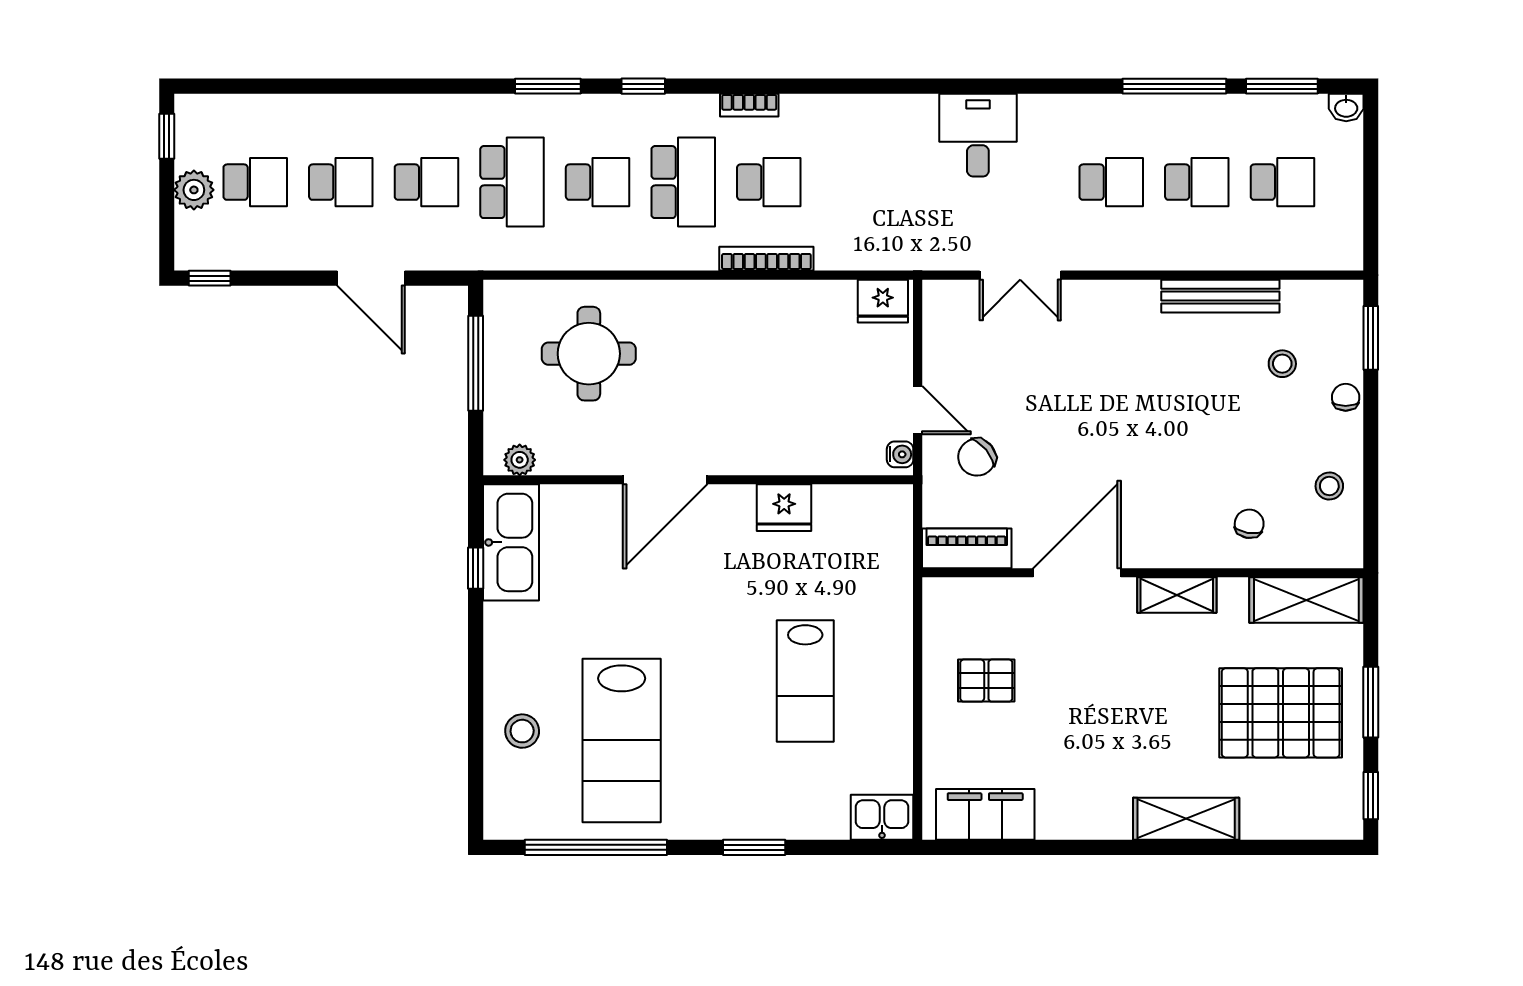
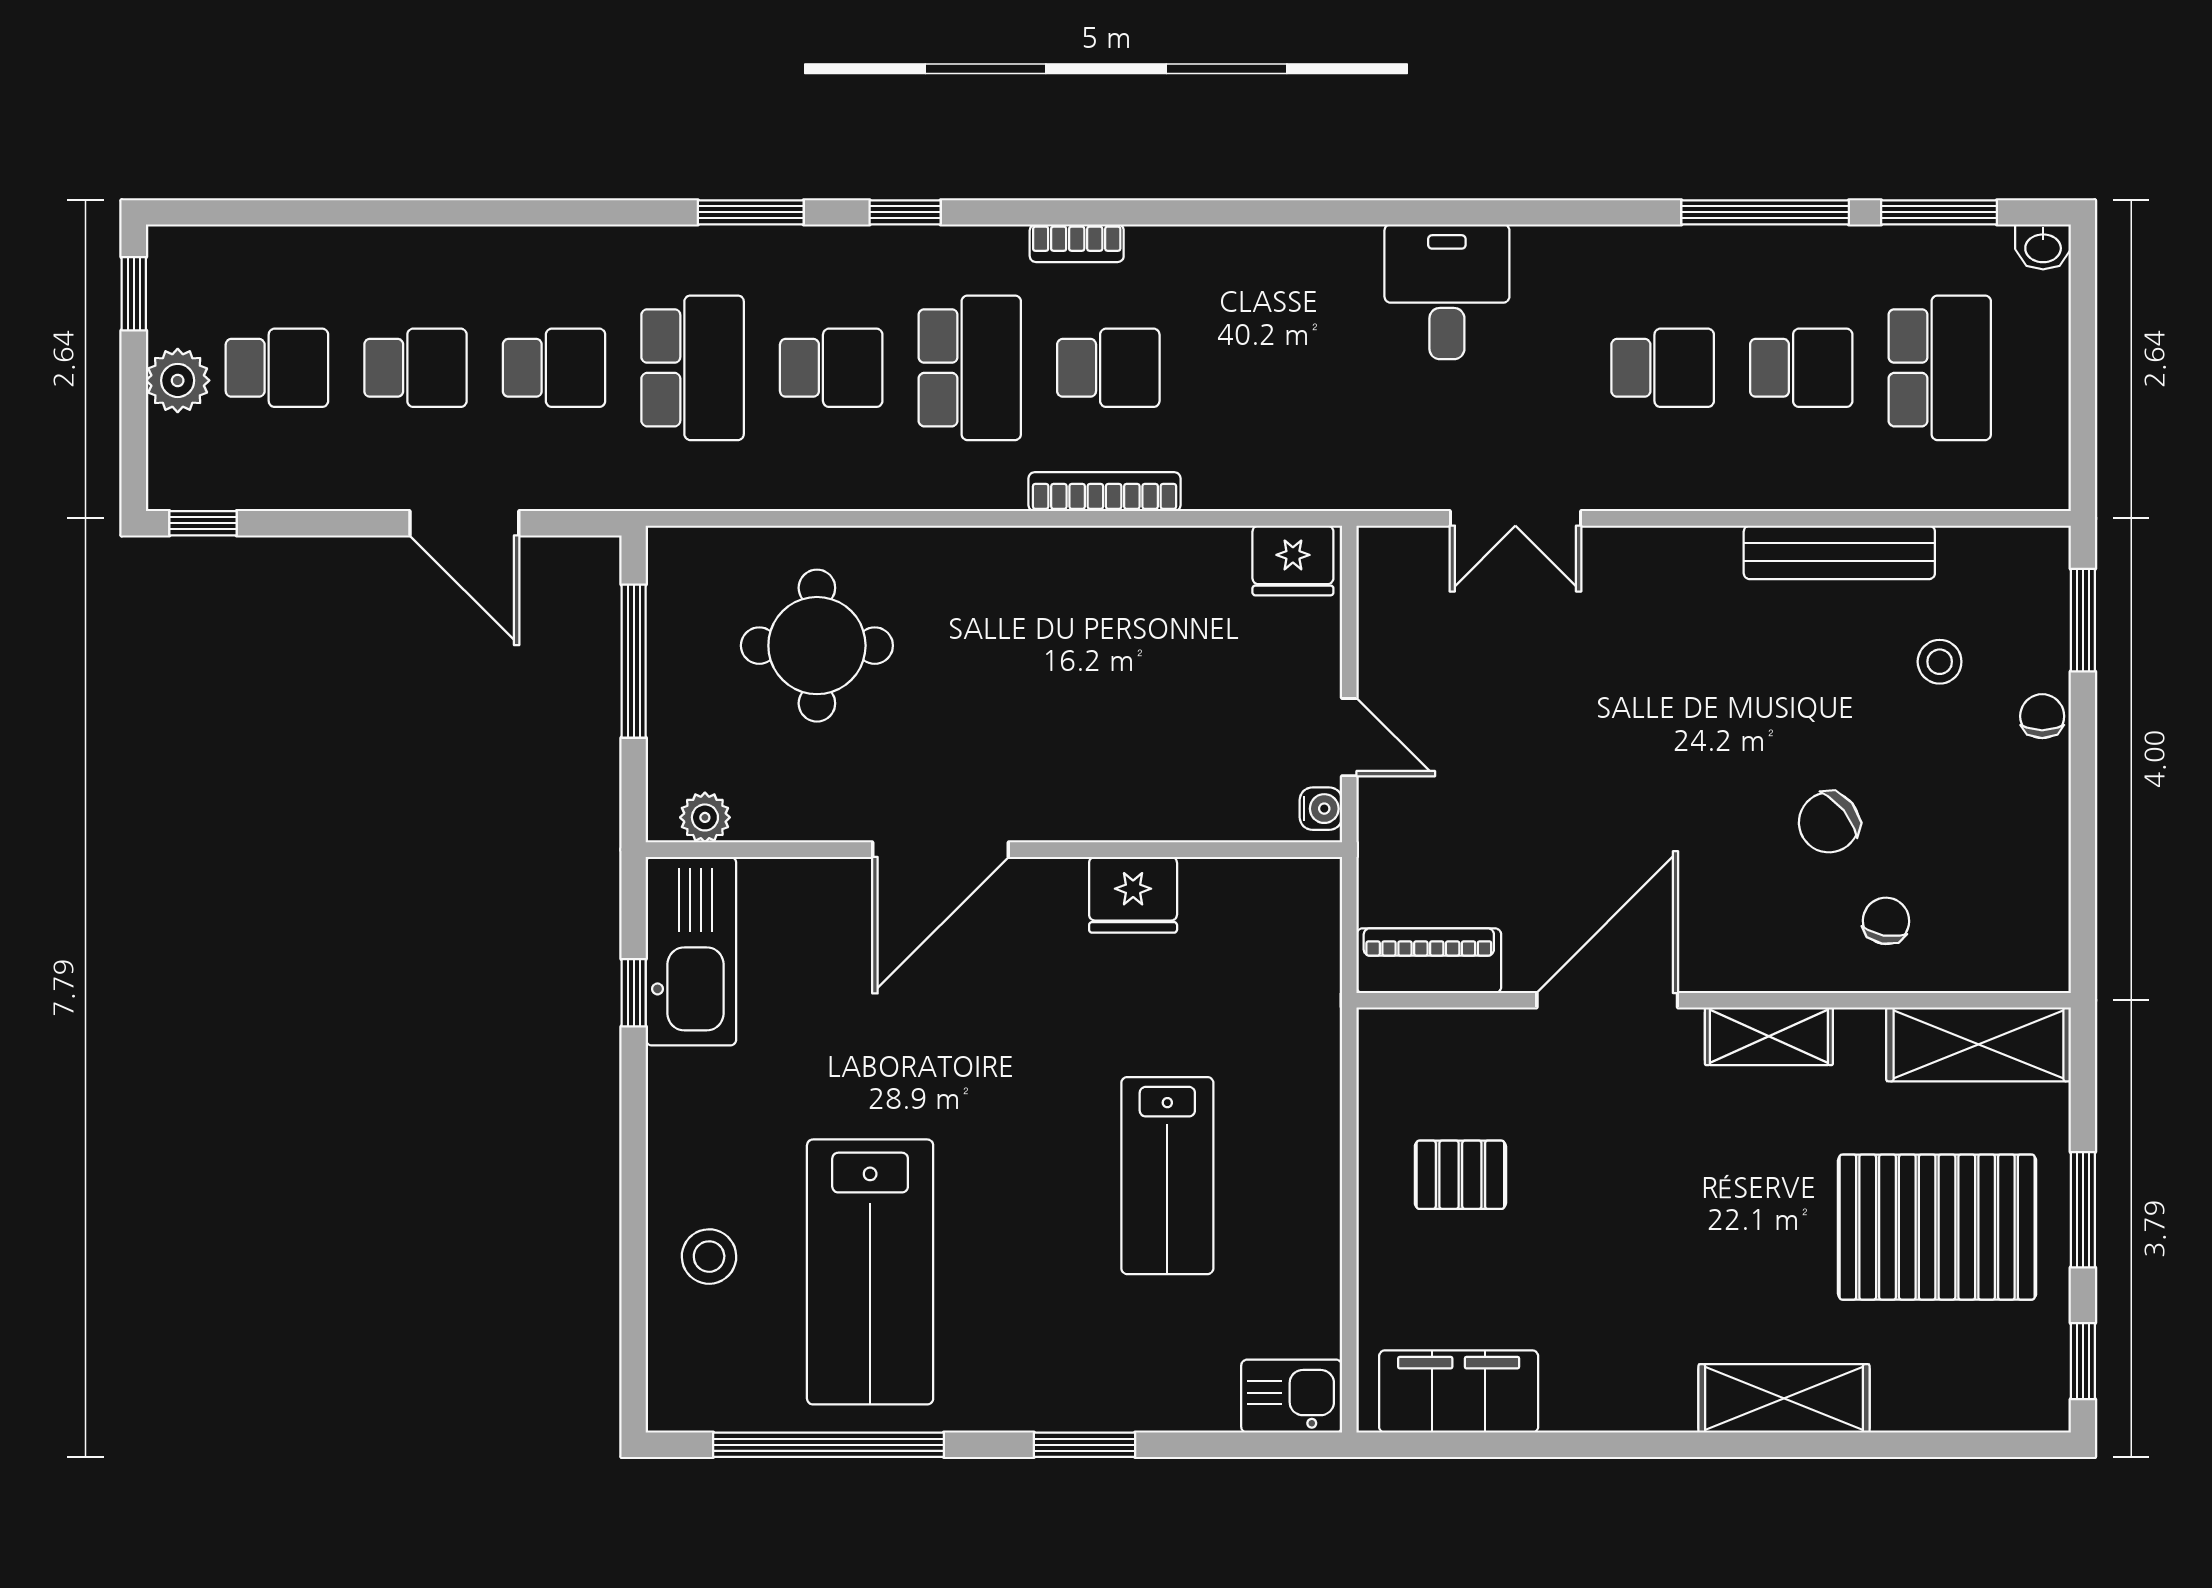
school desk: (1282, 182) -> (1940, 368), width x1.85
chair: (977, 457) -> (1829, 822), moved
stool: (1329, 486) -> (2016, 860), removed

